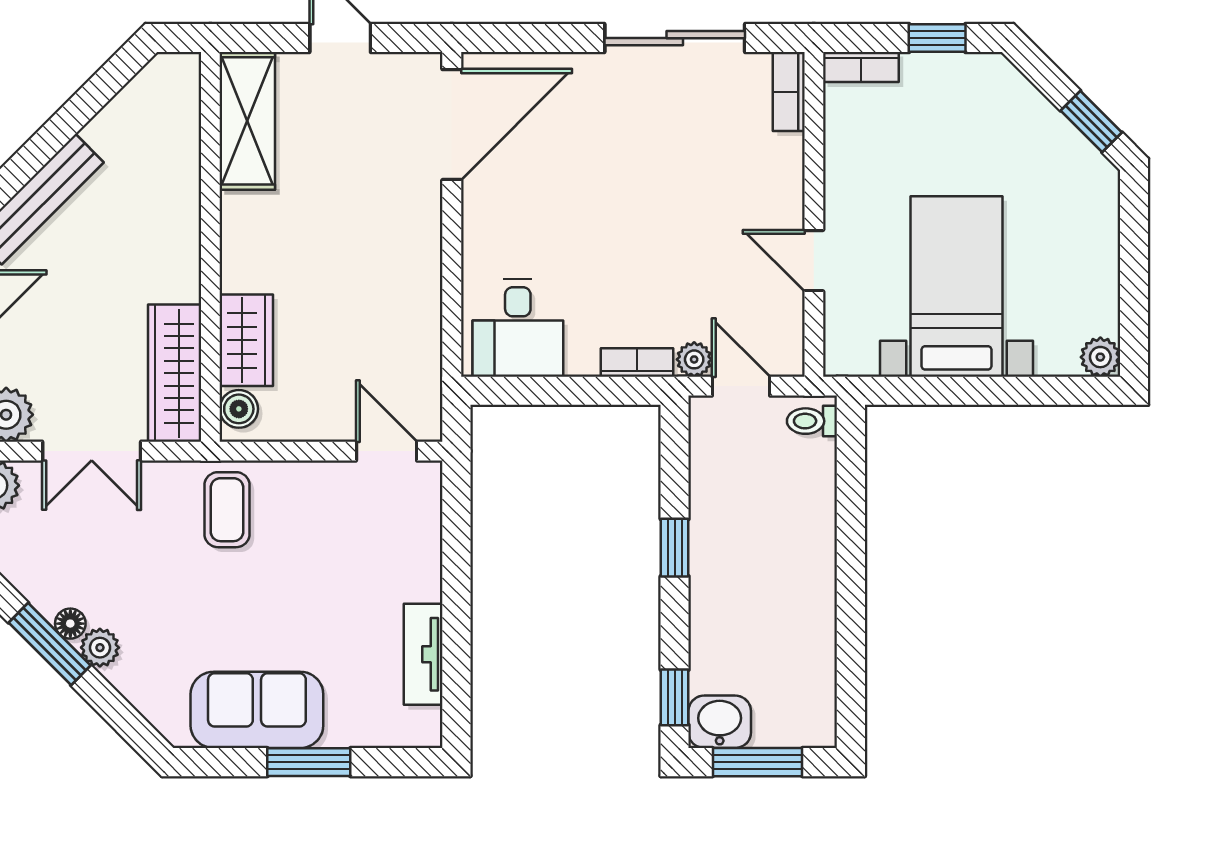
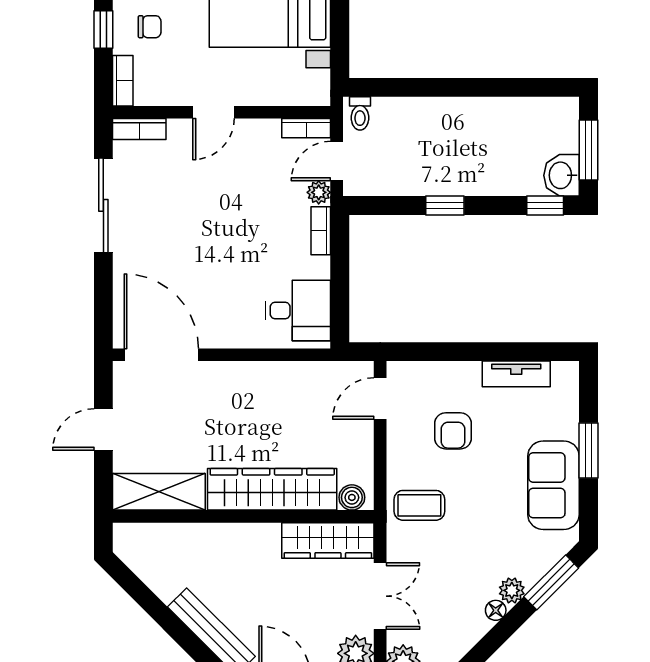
chair: (941, 107) -> (150, 27), added
door: (814, 261) -> (214, 112), moved
wardrobe: (246, 340) -> (272, 489), width x2.10, depth x1.17
bookcase: (790, 341) -> (306, 128), added
armchair: (338, 560) -> (453, 431), added
window: (50, 644) -> (551, 582), moved

